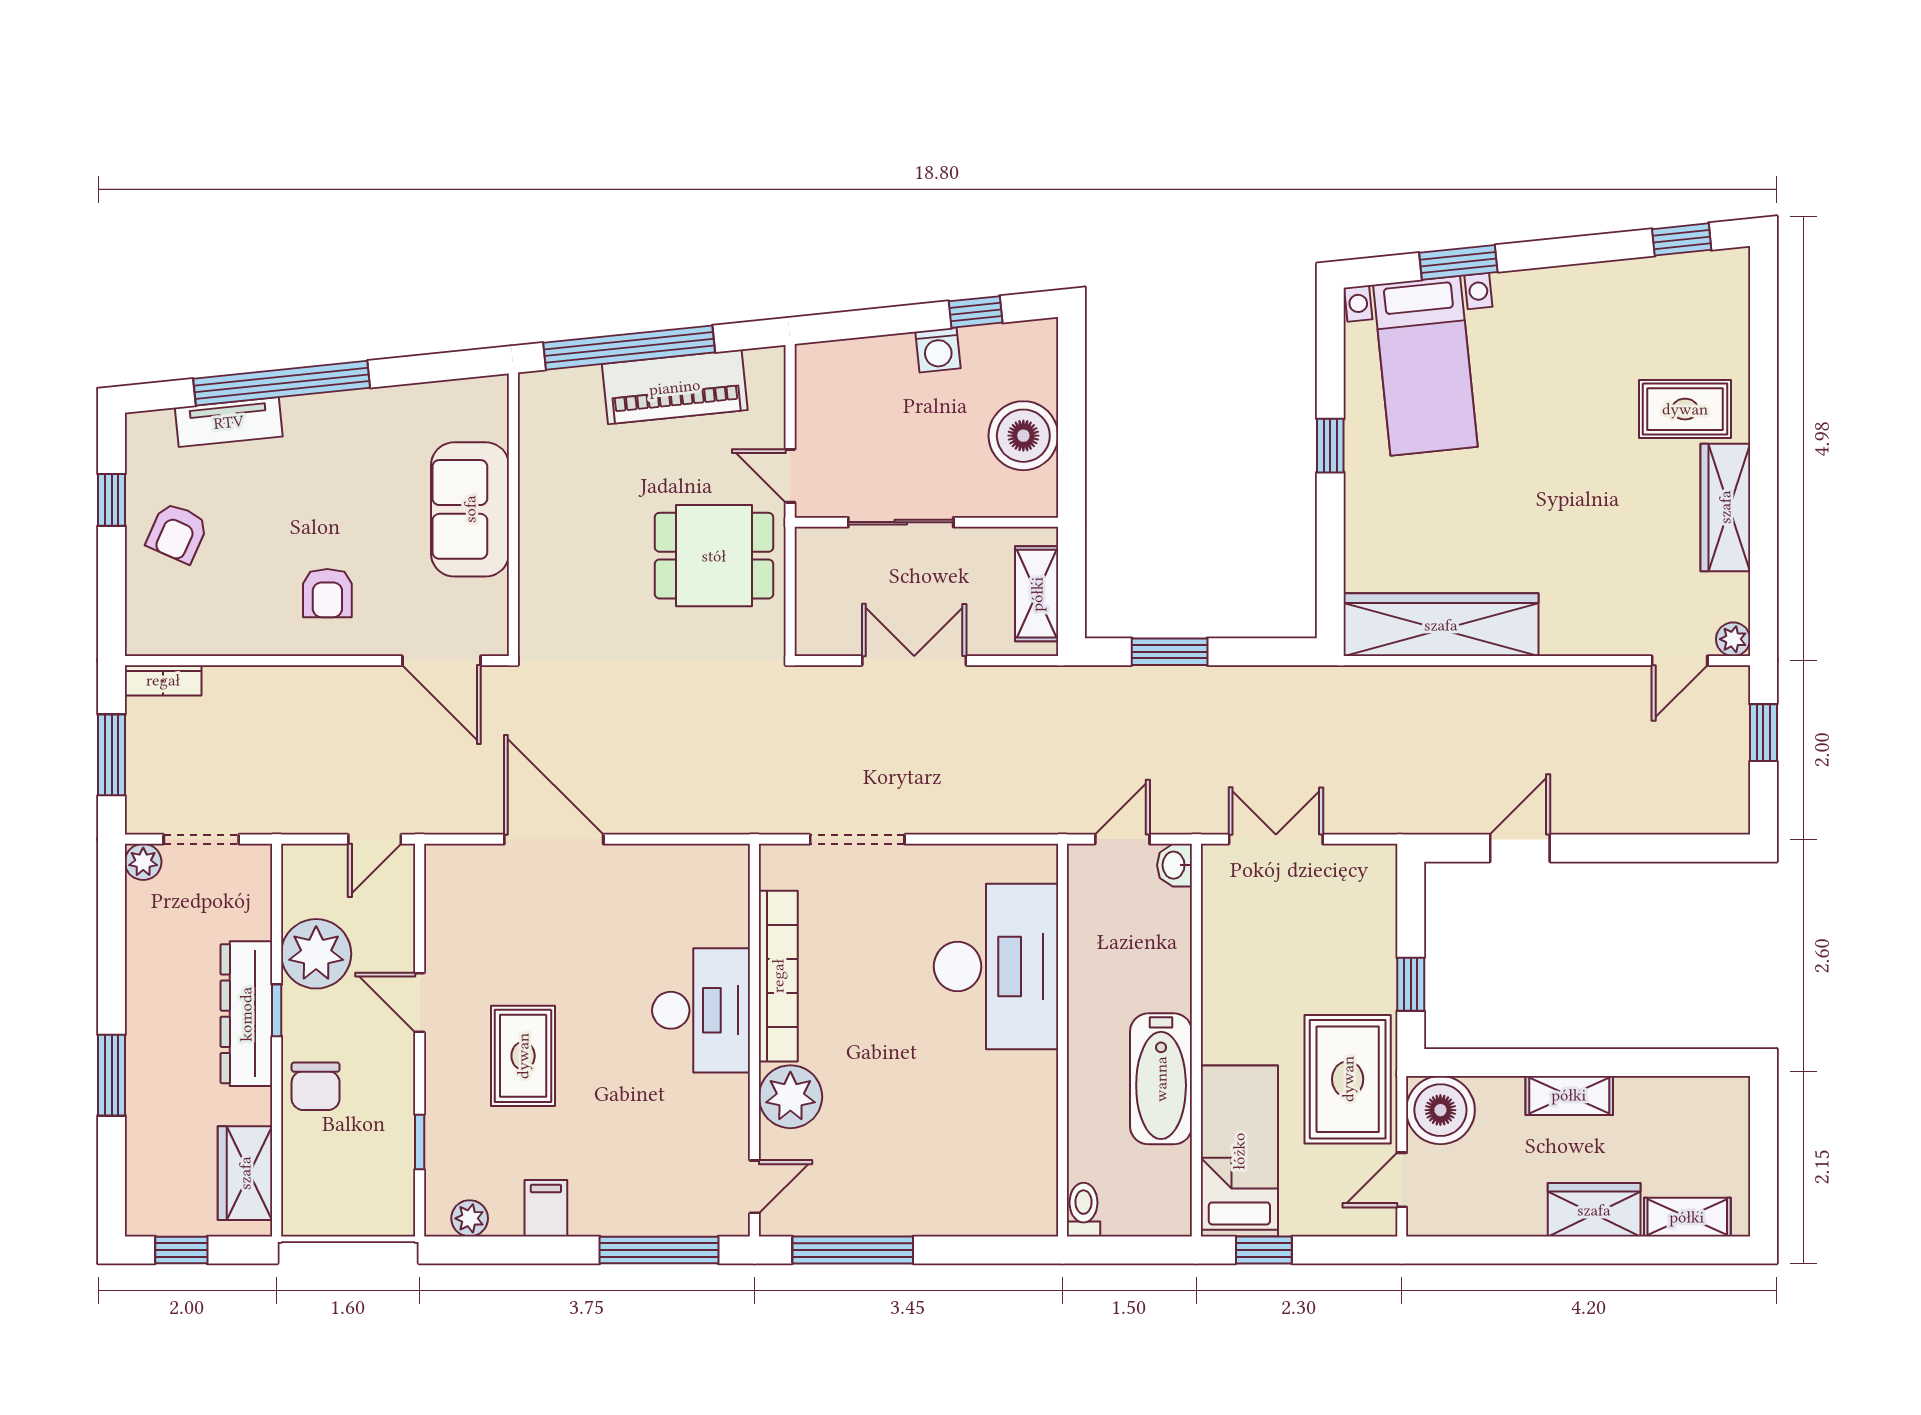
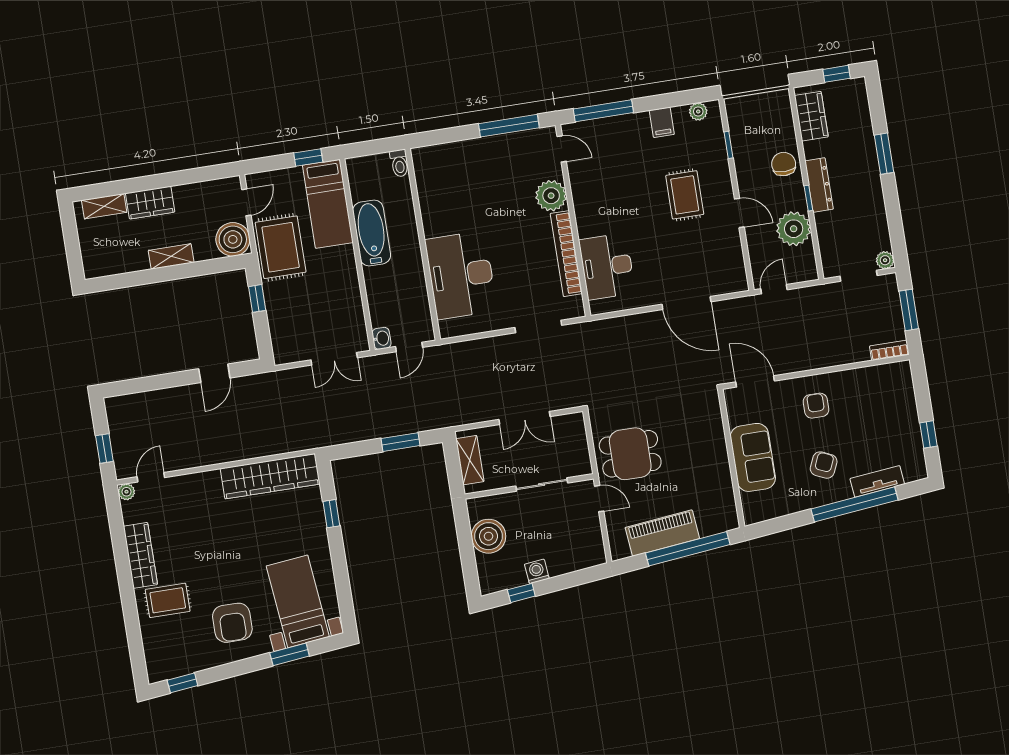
armchair: (1563, 344) -> (232, 623), added
window: (1330, 446) -> (331, 514), moved
armchair: (177, 533) -> (824, 465), moved
desk: (701, 1010) -> (607, 266), moved
dresser: (246, 1014) -> (819, 185), width x0.73, depth x0.80
door: (754, 1187) -> (562, 149), swing flipped

